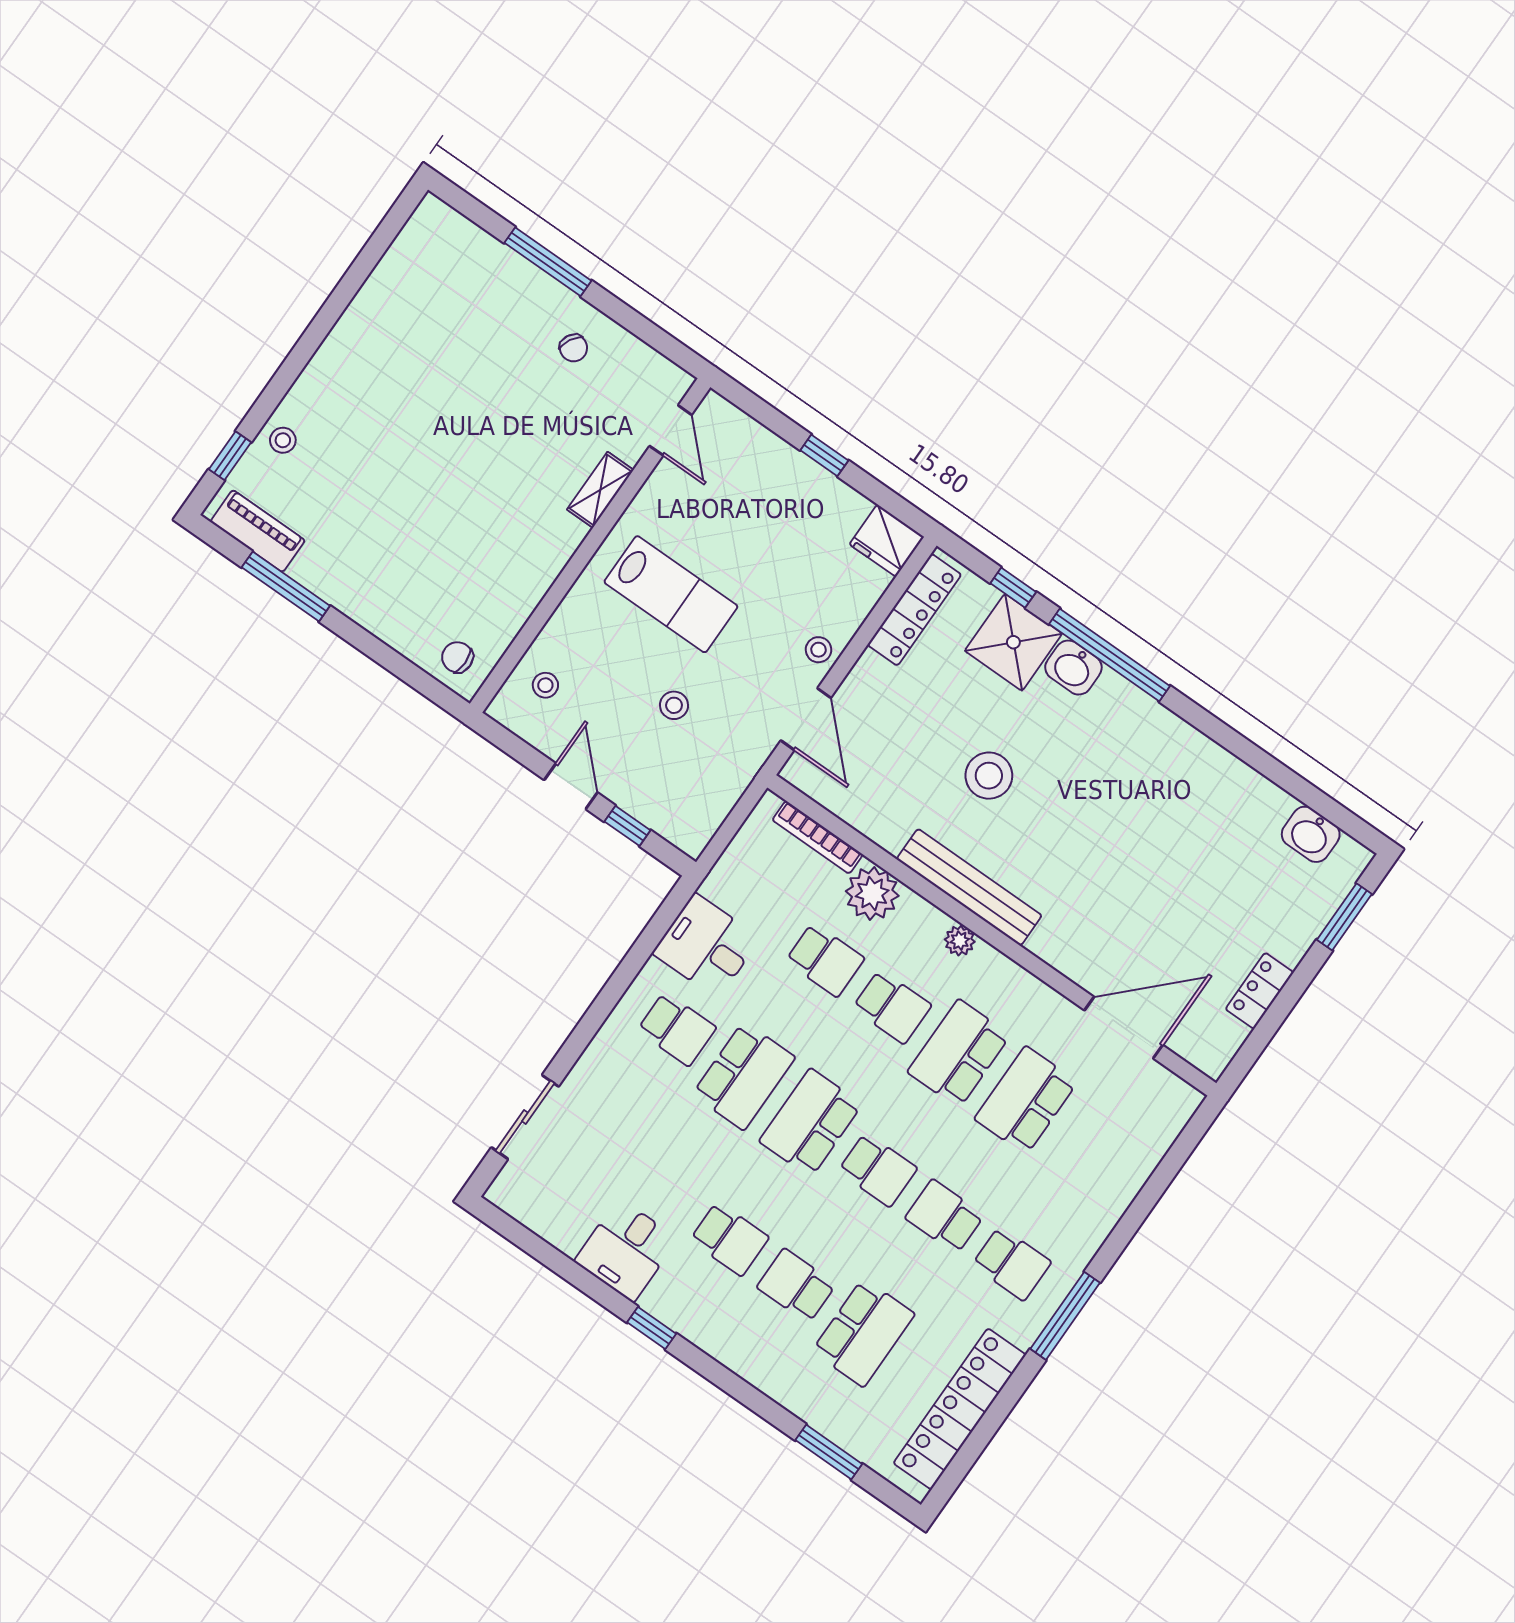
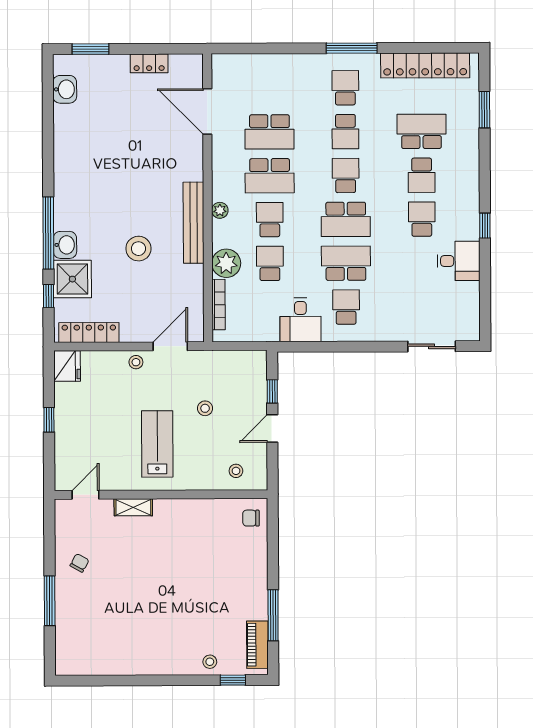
chair: (457, 657) -> (251, 518), turned 90

